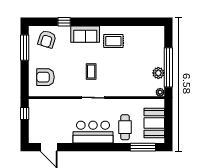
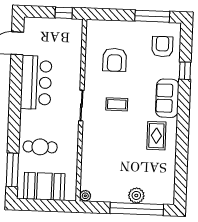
armchair: (47, 39) -> (162, 47), turned 73
window: (168, 67) -> (137, 209), moved
plant: (158, 73) -> (136, 195), moved
armchair: (45, 77) -> (115, 60), moved, turned 180
bar counter: (93, 132) -> (36, 83), moved

